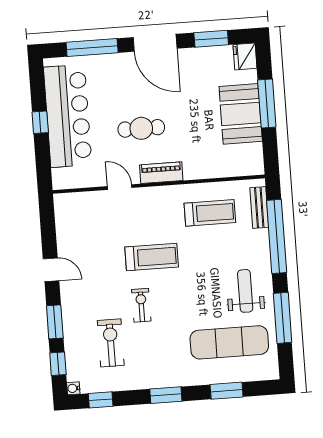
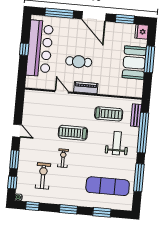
treadmill: (152, 257) -> (73, 133), turned 180
weight bench: (245, 291) -> (117, 143), moved

